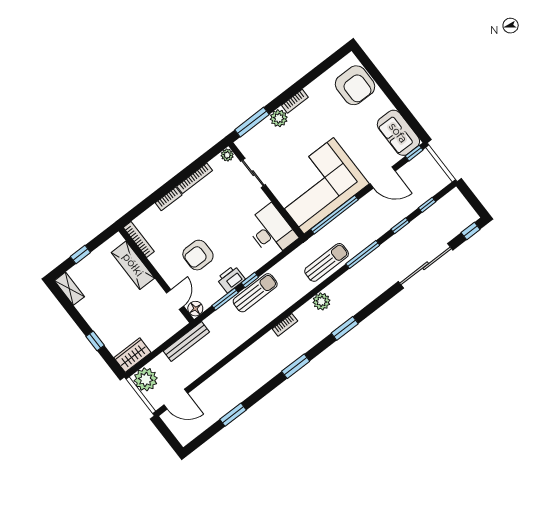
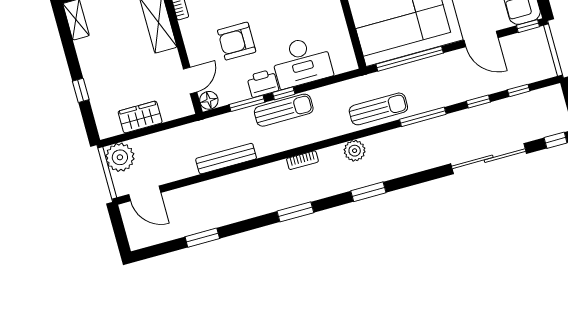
desk: (271, 231) -> (302, 62), moved, turned 90
bench: (186, 342) -> (226, 159), moved
wardrobe: (132, 355) -> (140, 117), moved

